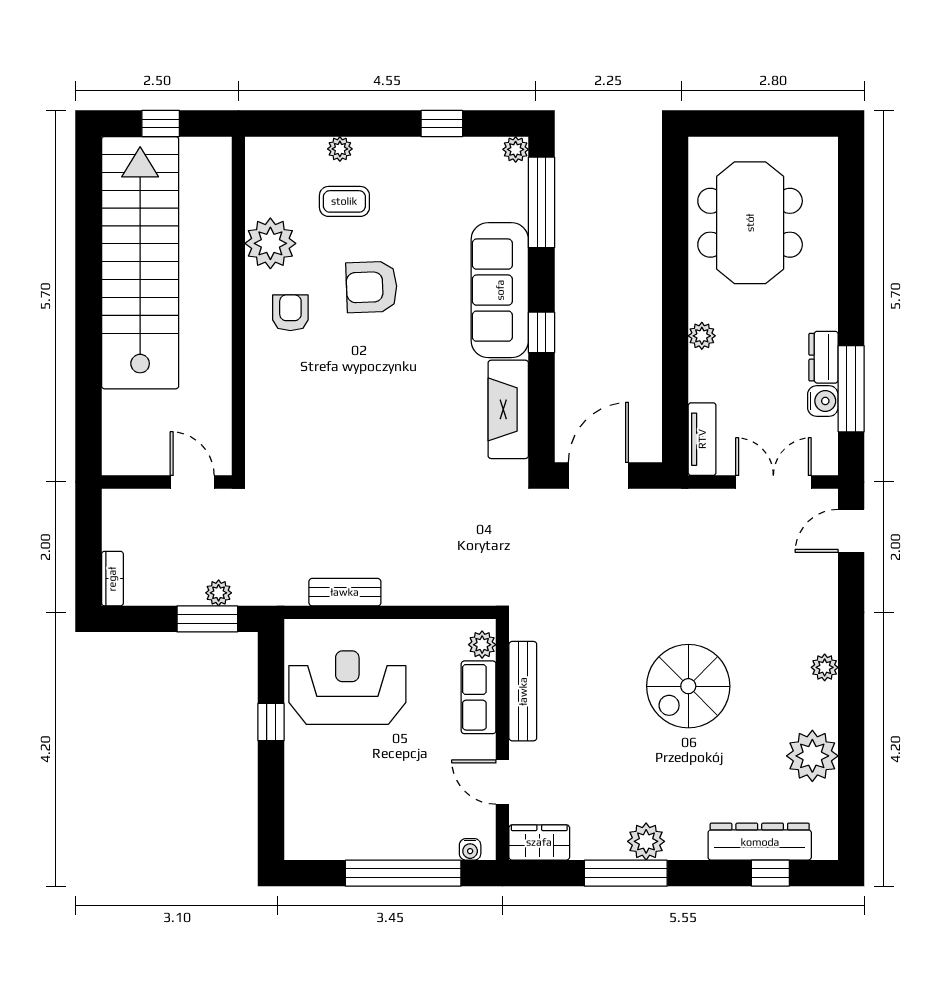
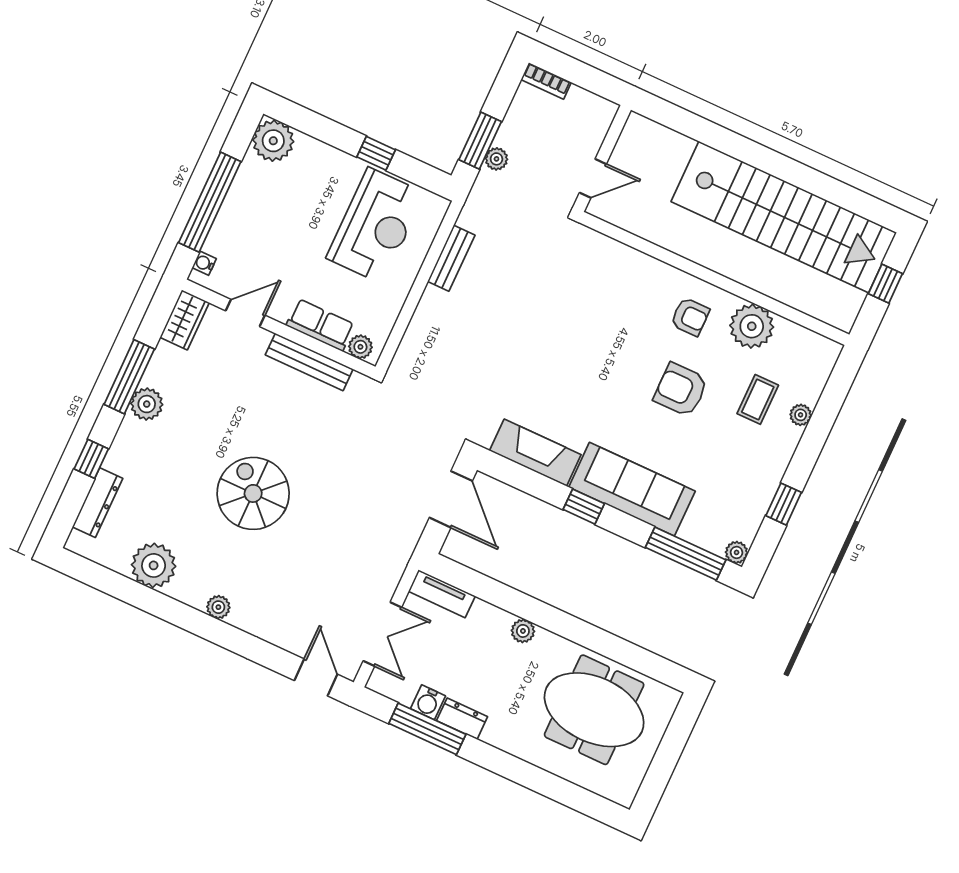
armchair: (372, 287) -> (681, 390), turned -88
plant: (308, 836) -> (273, 141), added
dresser: (760, 842) -> (97, 503), width x0.73, depth x0.80
window: (770, 873) -> (91, 459), moved

